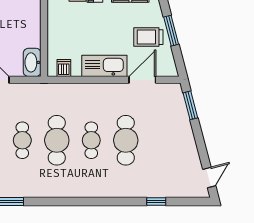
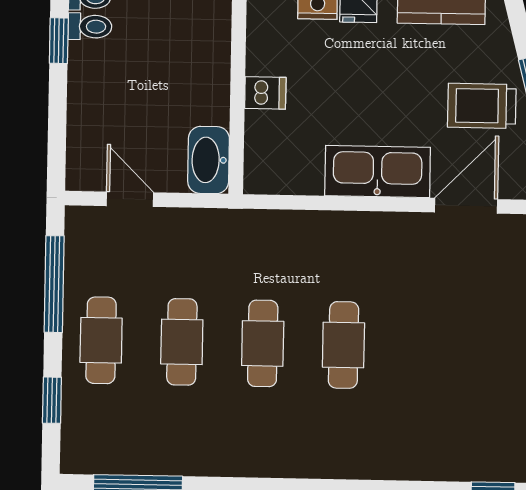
dishwasher: (64, 68) -> (265, 93), moved, turned 90
cafe table: (57, 140) -> (263, 343), width x0.73, depth x0.74
cafe table: (126, 140) -> (424, 347), removed

